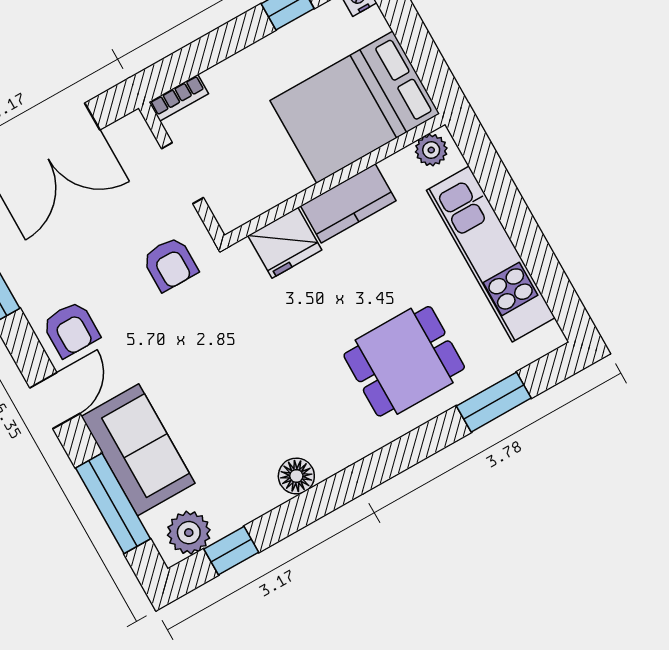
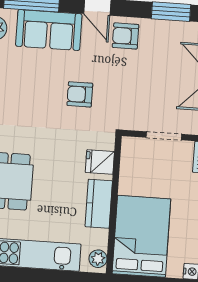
fridge: (285, 243) -> (100, 162), width x0.72
armchair: (170, 264) -> (80, 94), moved

